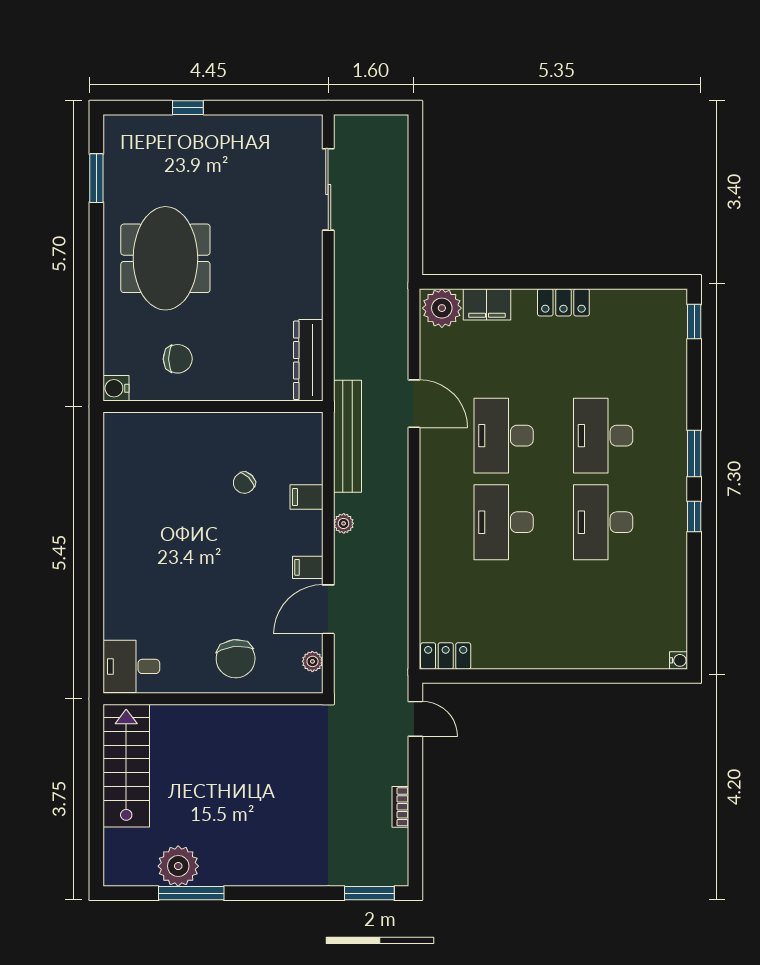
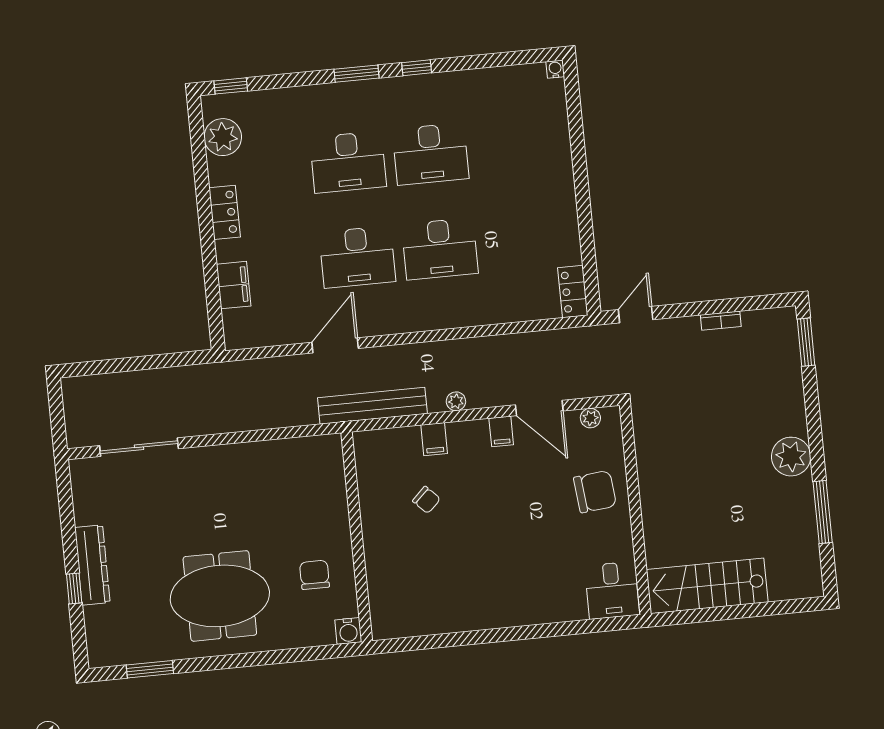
plant: (442, 308) -> (223, 137), moved
dresser: (308, 360) -> (92, 565), moved, turned -90
plant: (178, 866) -> (791, 457), moved

